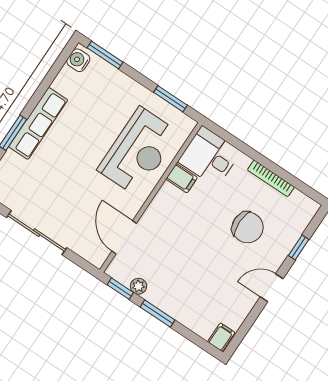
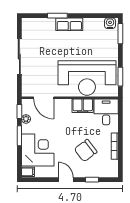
row of seats: (38, 123) -> (69, 24), width x0.68
reception desk: (138, 151) -> (87, 78), width x1.36, depth x1.30
filing cabinet: (182, 178) -> (83, 106), width x2.00
chair: (248, 227) -> (86, 151), turned 53
door: (124, 237) -> (44, 98), swing flipped
corner desk: (198, 300) -> (38, 150), added

